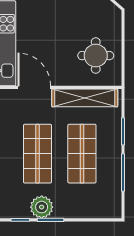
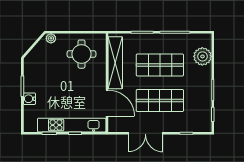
plant: (115, 17) -> (51, 38), added
door: (34, 87) -> (107, 103), swing flipped
plant: (42, 207) -> (202, 56), moved

